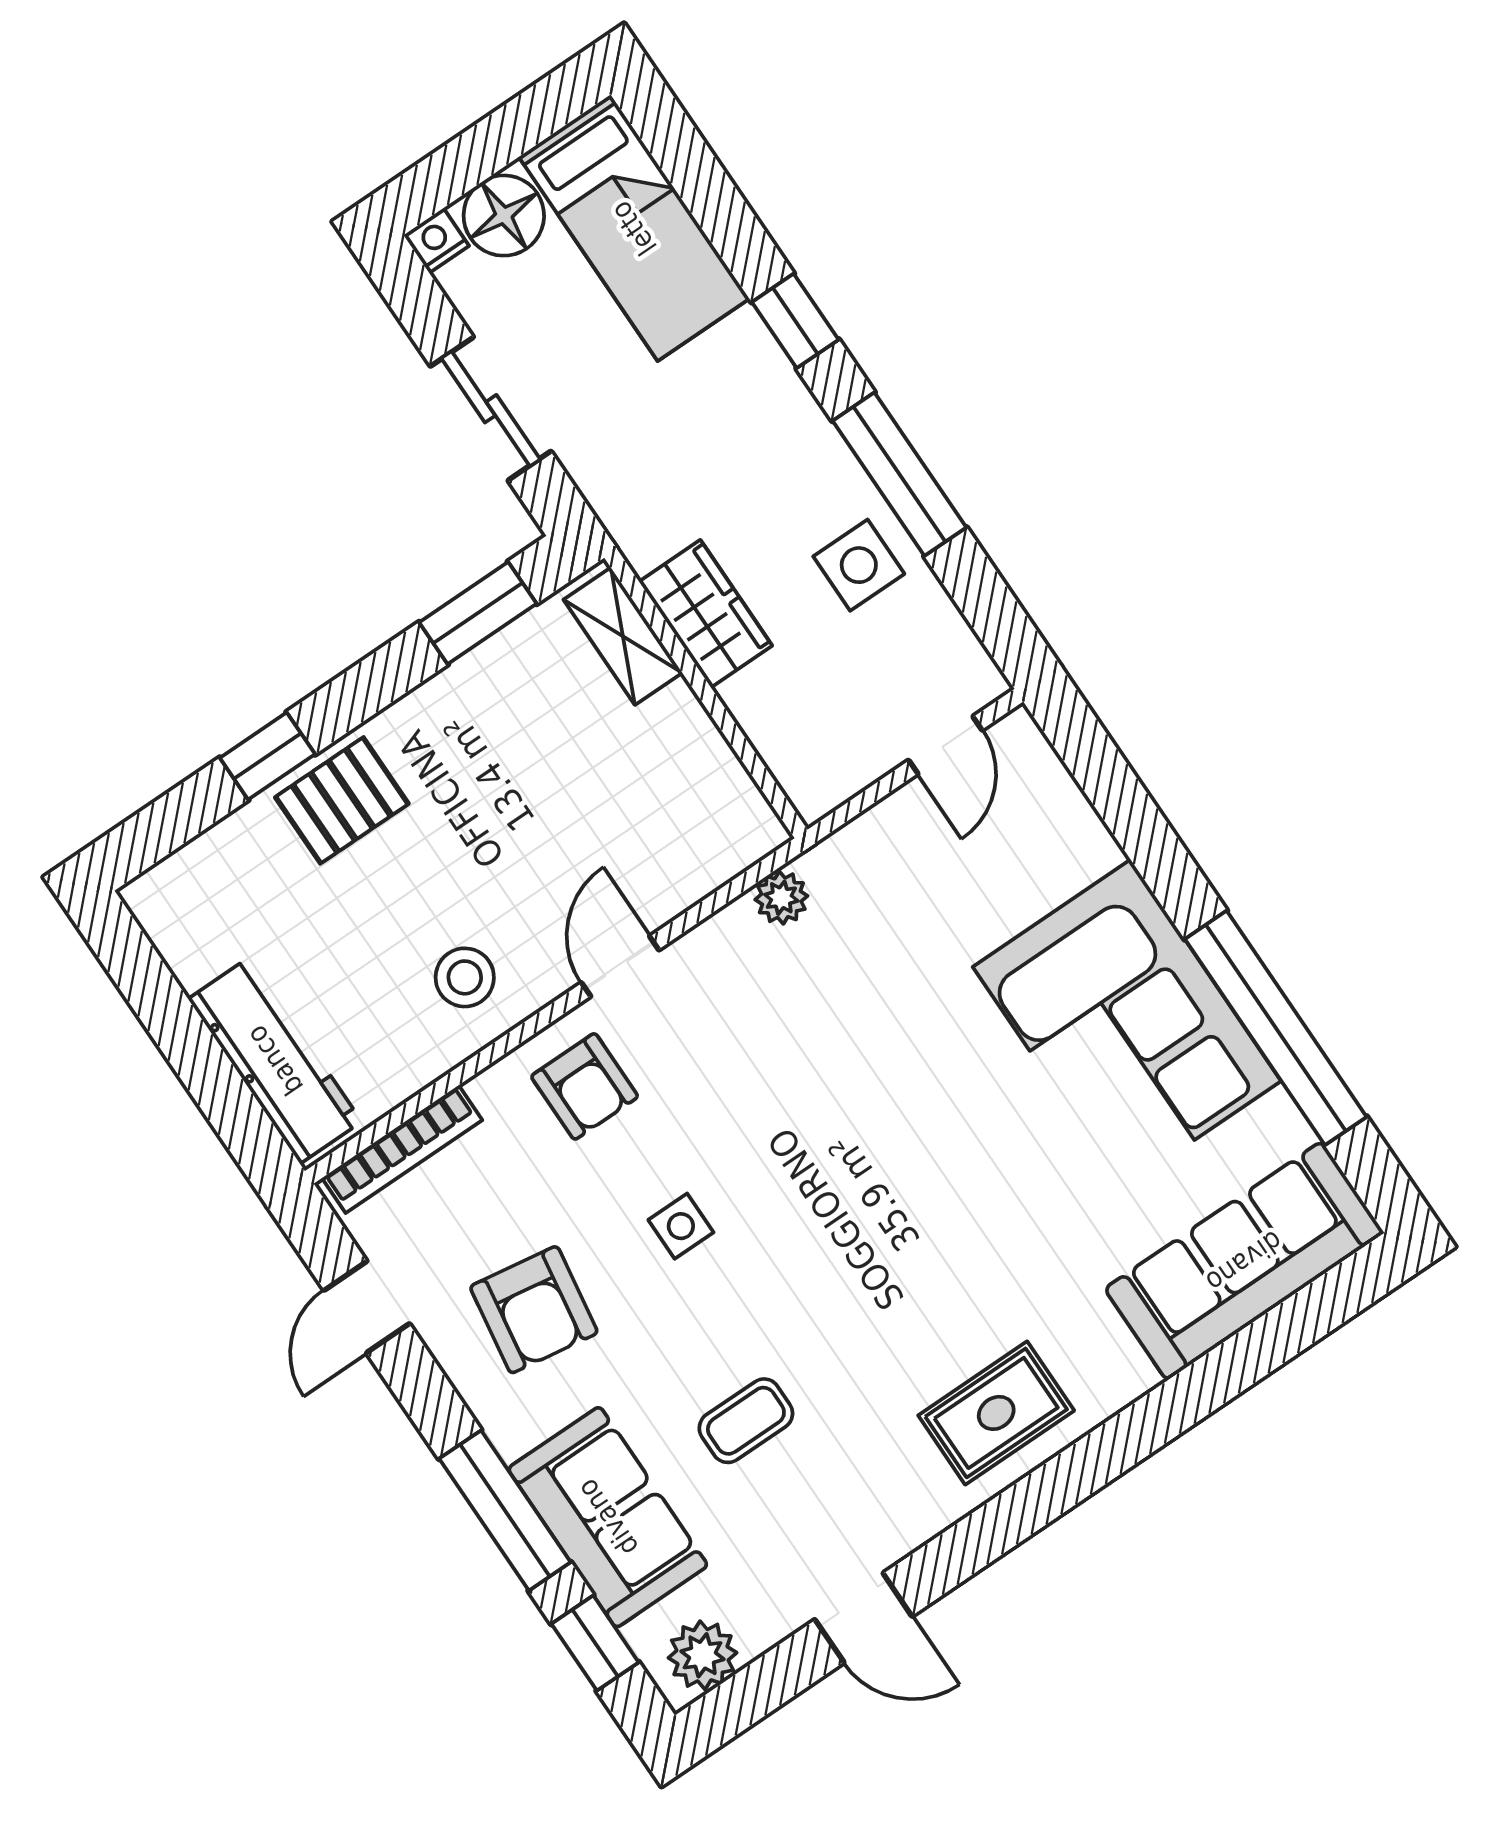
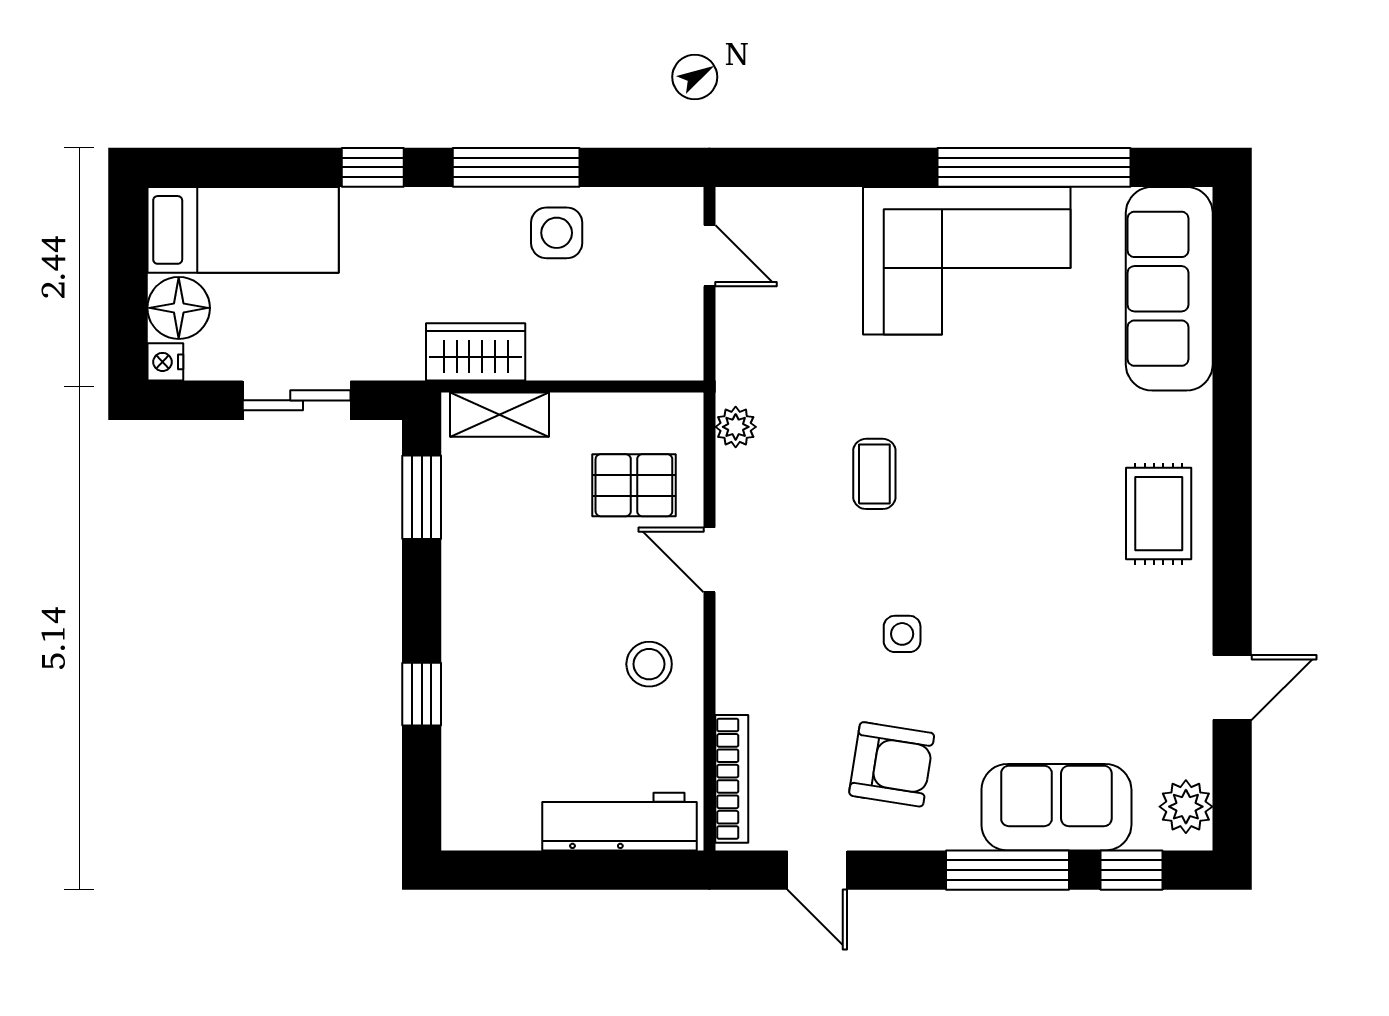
wardrobe: (706, 614) -> (476, 352), moved
pallet: (342, 800) -> (634, 485), moved, turned 90
armchair: (585, 1086) -> (771, 635), removed
coffee table: (746, 1421) -> (874, 474), moved

